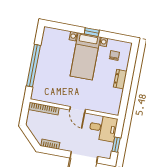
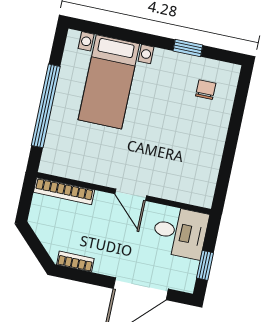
window: (92, 32) -> (188, 48), moved
bed with nightstands: (85, 56) -> (109, 82), moved
dresser: (120, 79) -> (216, 136), removed

